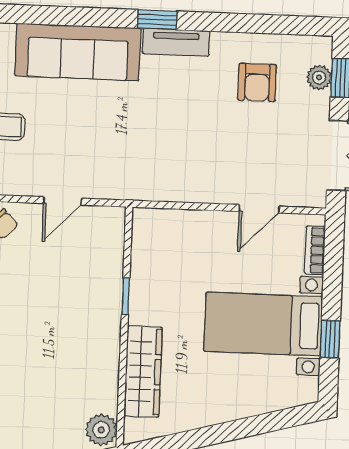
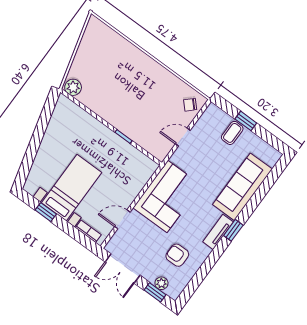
corner sofa: (174, 162) -> (167, 197), added
door: (63, 201) -> (183, 137), hinge flipped
door: (259, 209) -> (122, 219), hinge flipped
wardrobe: (143, 372) -> (86, 122), removed

